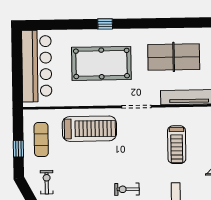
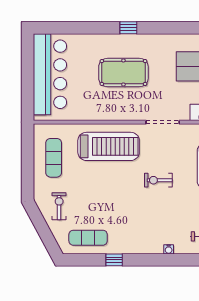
pool table: (101, 63) -> (123, 72), width x0.73, depth x0.76
window: (18, 149) -> (28, 168), removed
exercise bike: (127, 189) -> (158, 180), moved

